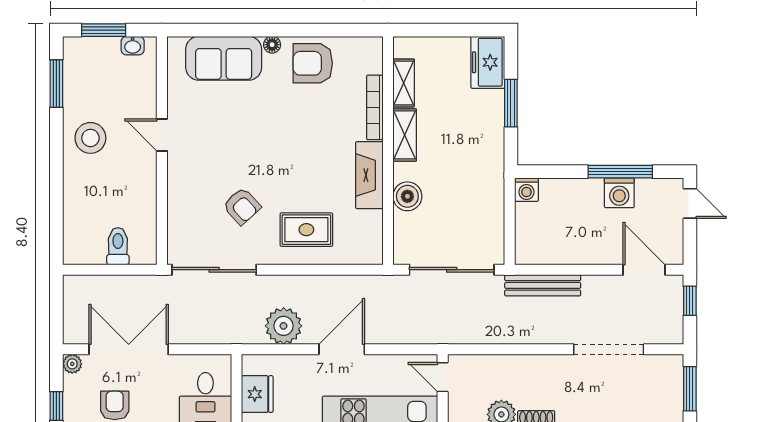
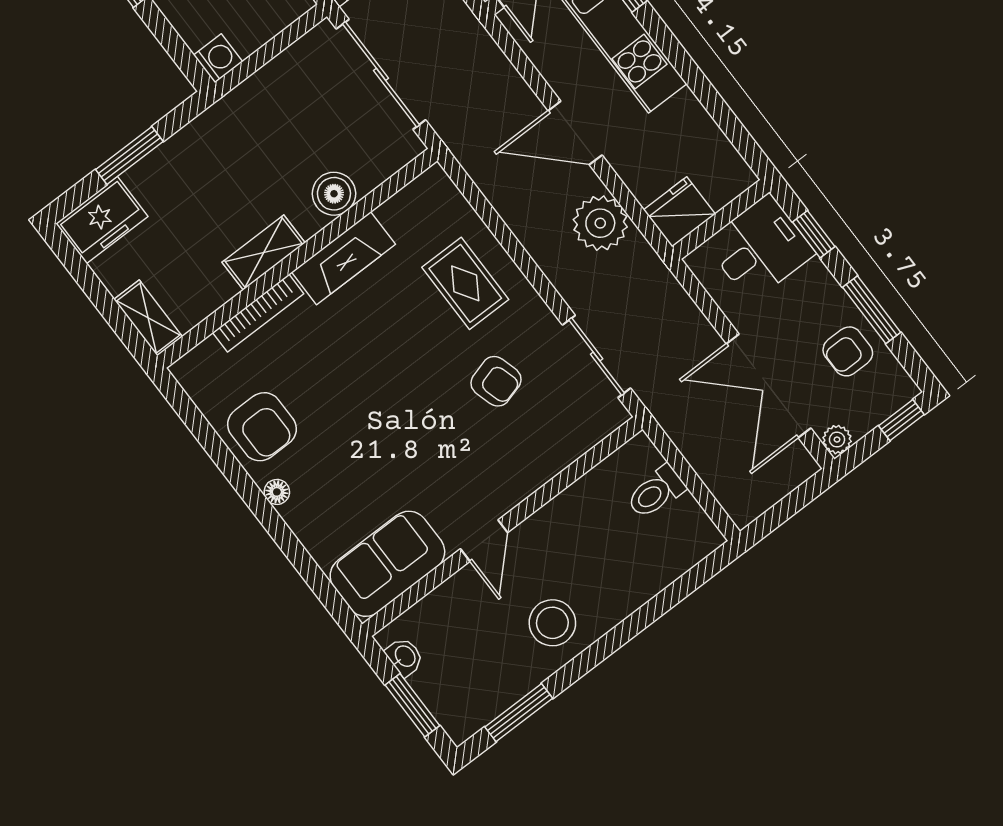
sofa: (224, 58) -> (387, 564), moved, turned -90
shelving: (404, 83) -> (148, 318), moved, turned 90
armchair: (242, 206) -> (496, 381), turned 116
sliding door: (214, 270) -> (597, 357), width x0.73
fridge: (257, 394) -> (679, 212), moved

